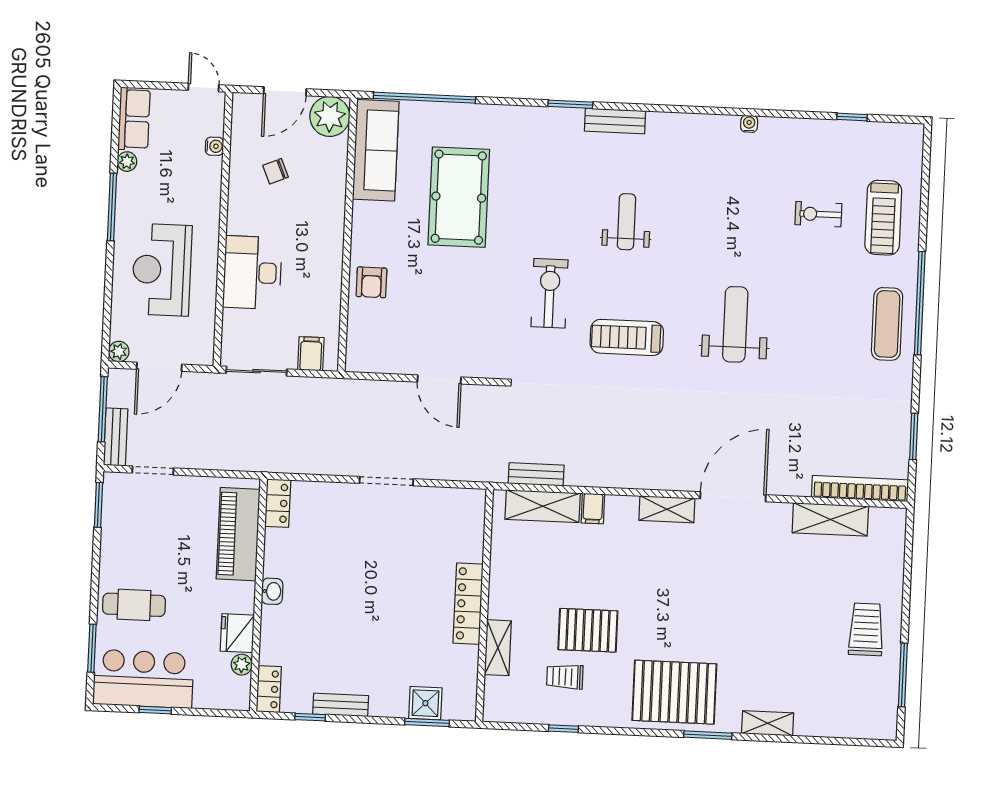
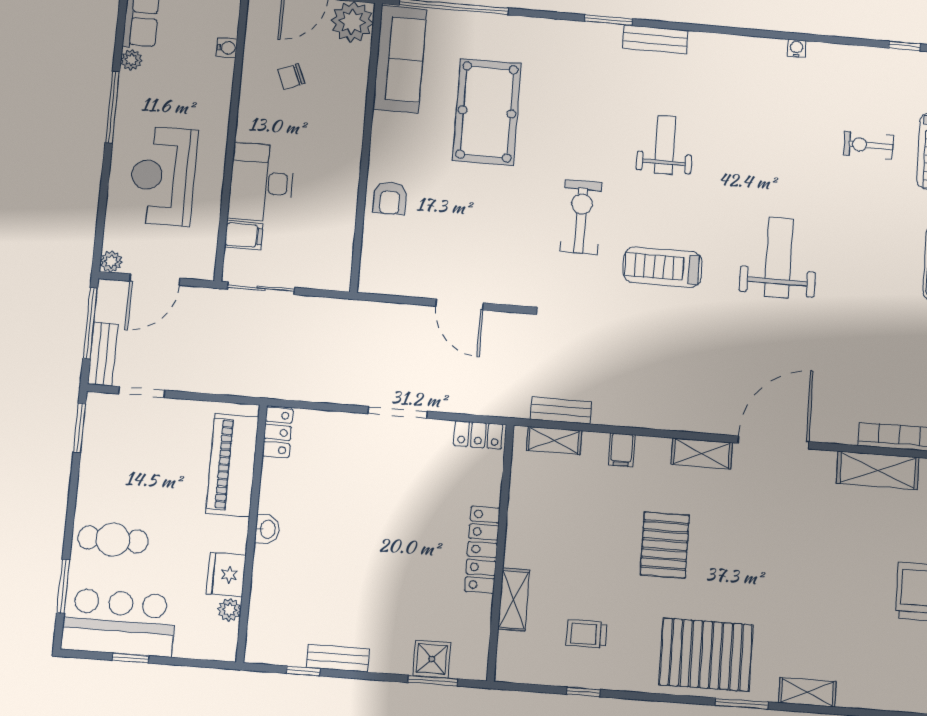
filing cabinet: (311, 354) -> (244, 235), moved, turned 90
shelving: (543, 506) -> (554, 440), width x0.67, depth x0.75
pallet: (588, 630) -> (665, 545), moved, turned 90
locker: (269, 689) -> (478, 435), moved, turned 90

